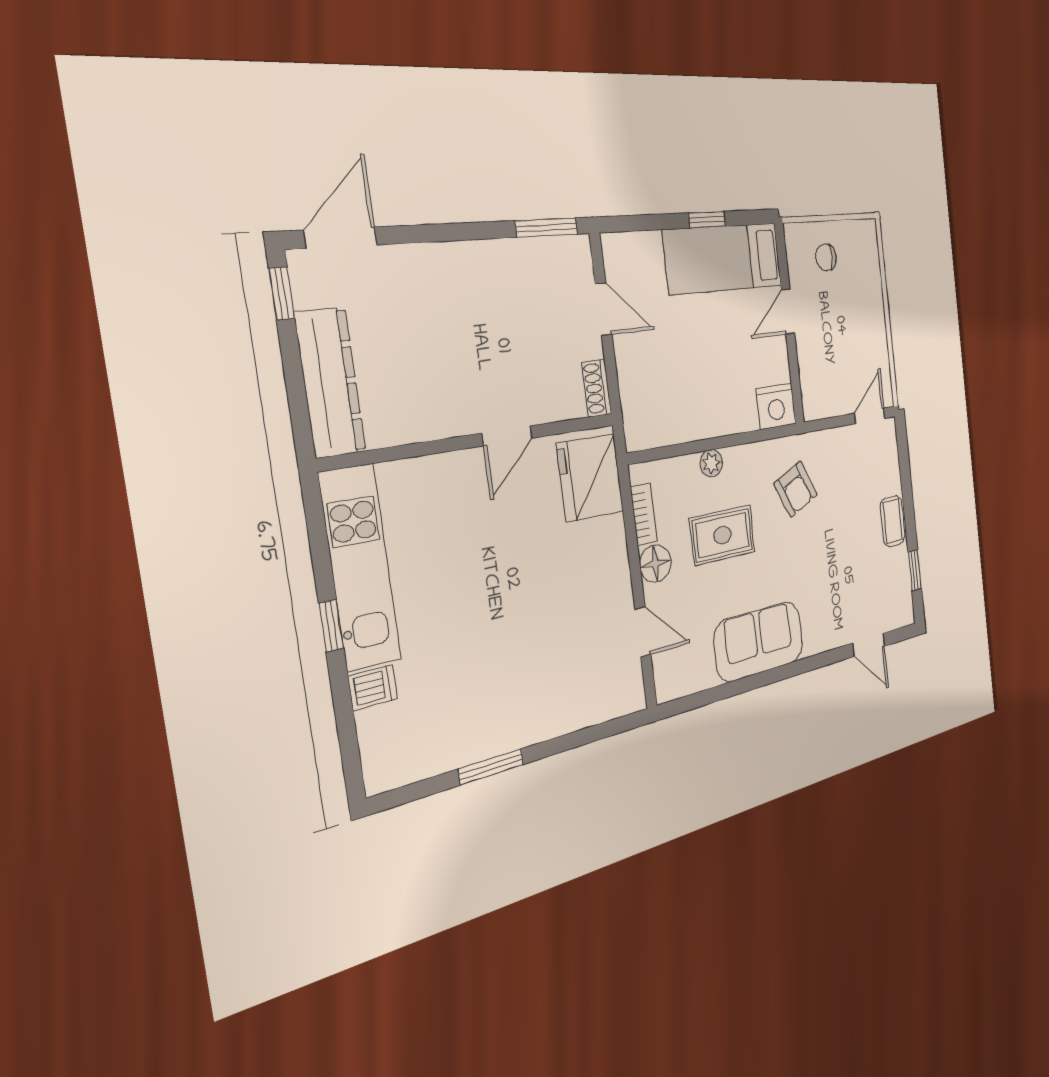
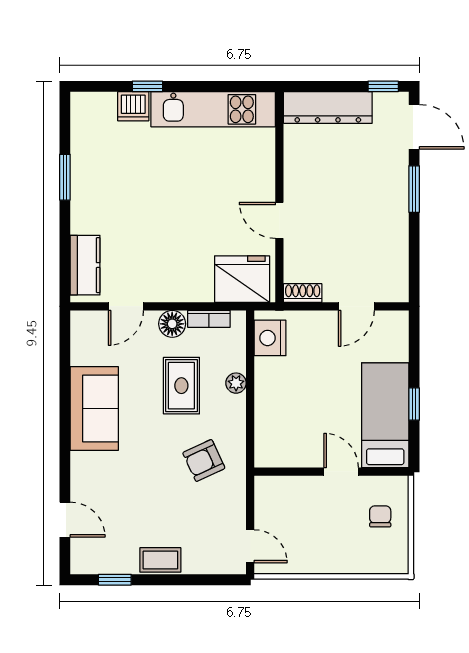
window: (546, 227) -> (414, 189), moved
nightstand: (776, 406) -> (270, 338), moved
window: (331, 626) -> (147, 86), moved
door: (869, 645) -> (65, 520), swing flipped
dishwasher: (373, 687) -> (133, 106), width x1.38
kitchen counter: (601, 702) -> (85, 265), added

